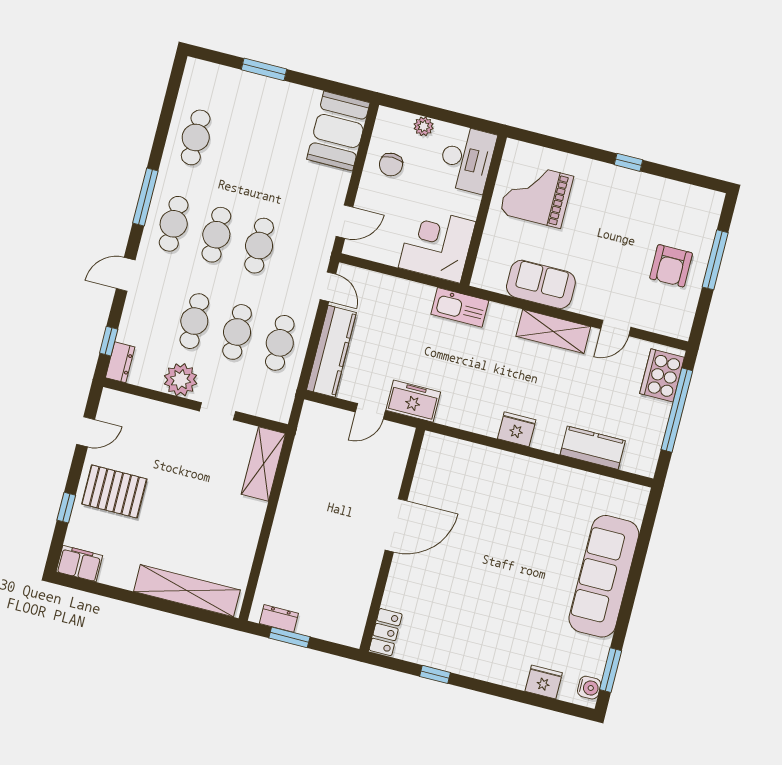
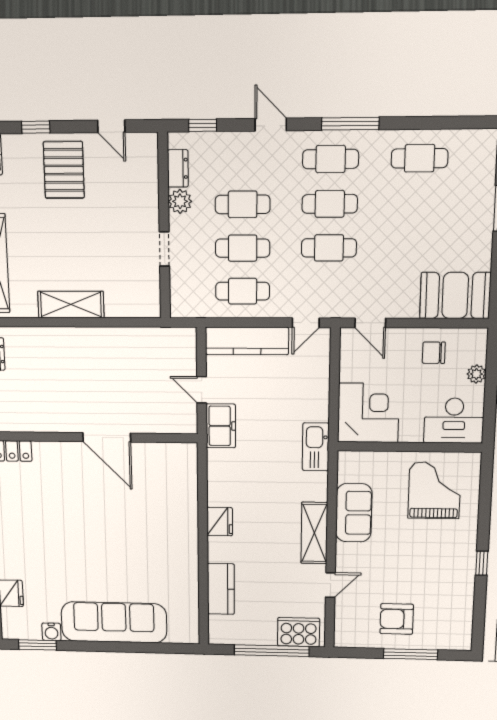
door: (616, 328) -> (330, 585), swing flipped
dresser: (120, 362) -> (178, 168), moved, turned -90
plant: (181, 380) -> (180, 201), width x0.73, depth x0.73
shelving: (263, 464) -> (71, 304), moved
water cooler: (589, 688) -> (51, 632), moved

